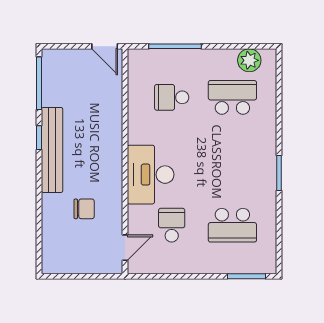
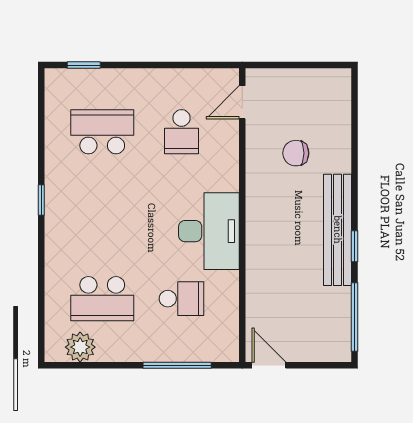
window: (279, 173) -> (41, 200), width x0.67
desk: (151, 175) -> (209, 231), moved
window: (247, 276) -> (84, 65), width x0.67

